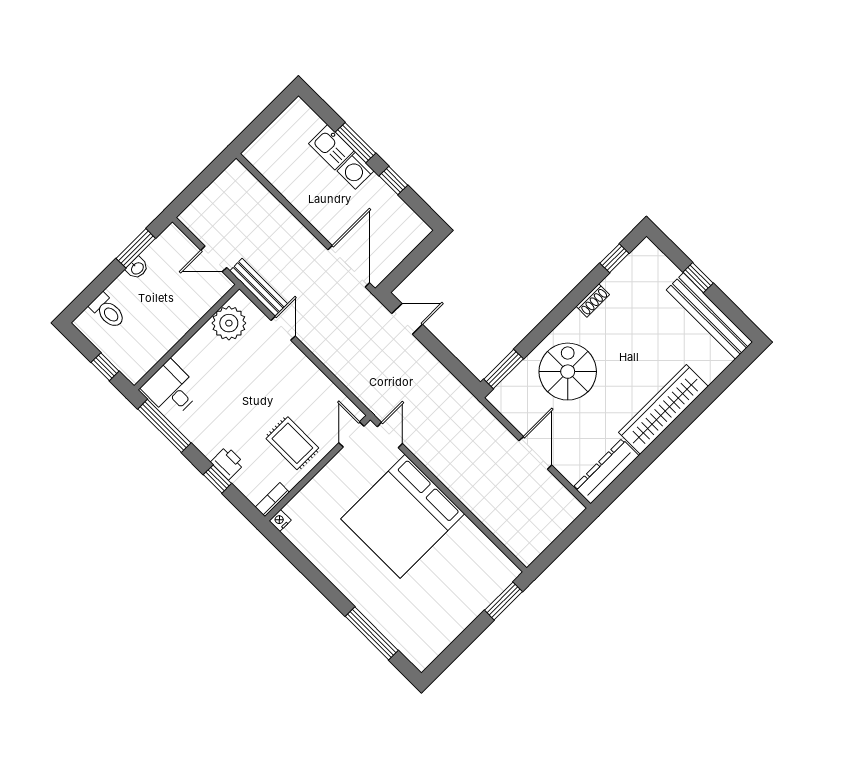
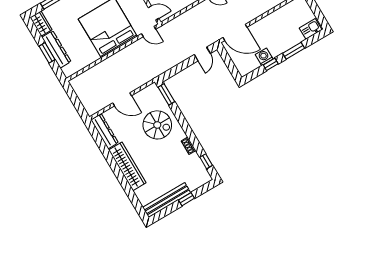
kitchen sink: (331, 147) -> (311, 29), moved
washing machine: (355, 171) -> (264, 57), moved
window: (504, 601) -> (47, 53), moved
dresser: (471, 606) -> (56, 49), added
wardrobe: (428, 649) -> (41, 24), added

